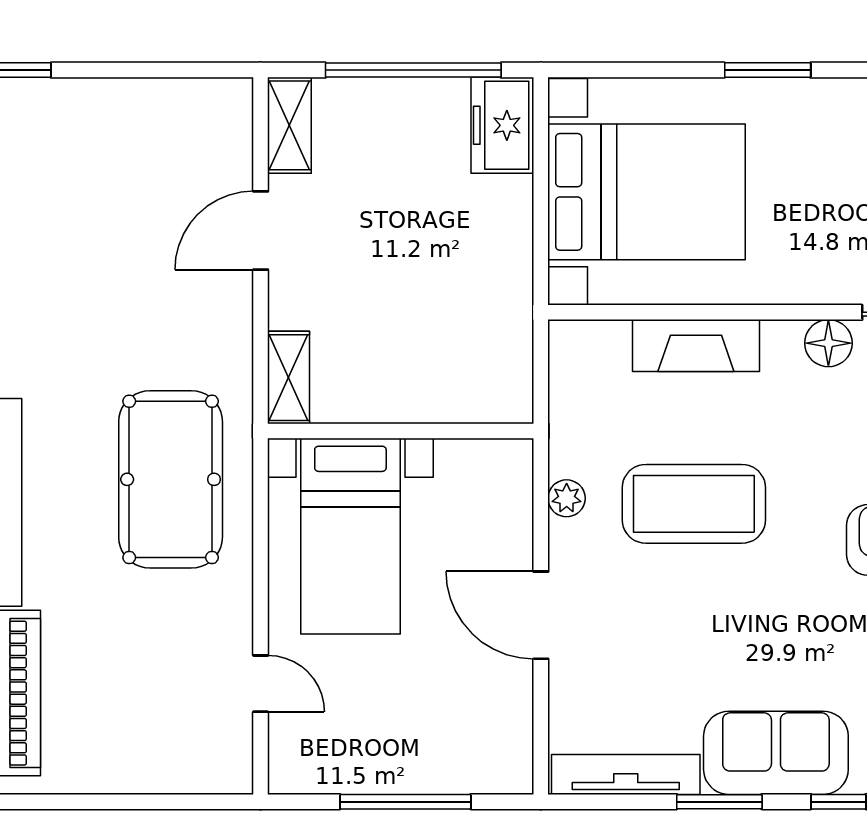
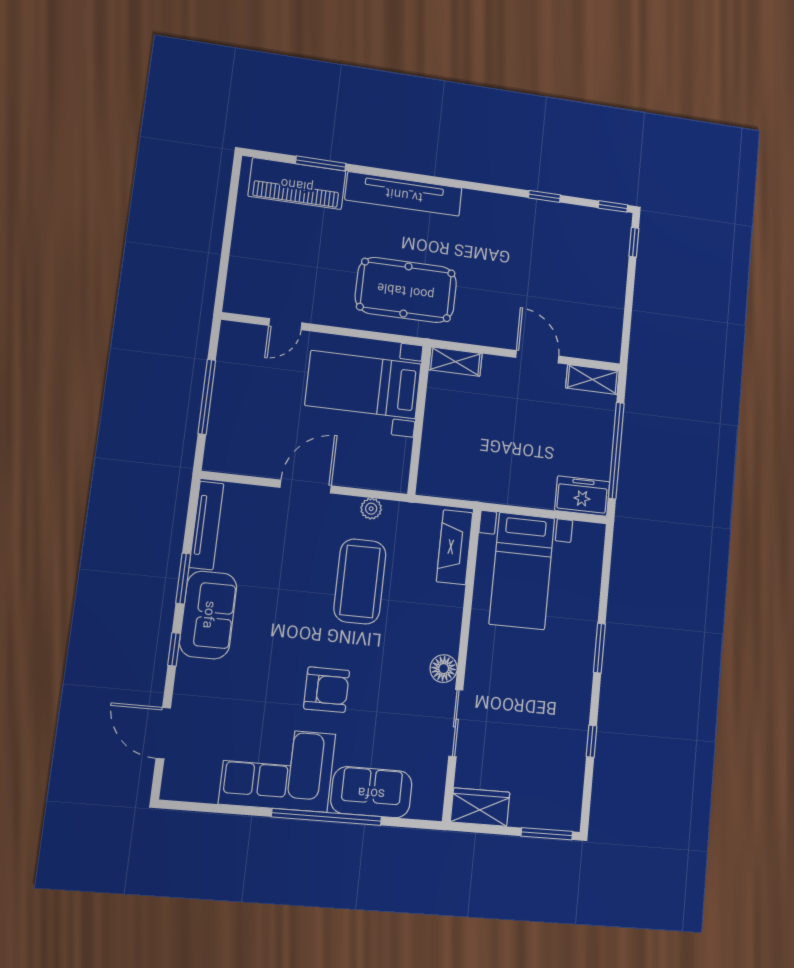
bed with nightstands: (647, 192) -> (522, 571), width x0.73
fireplace: (696, 346) -> (454, 547), moved

